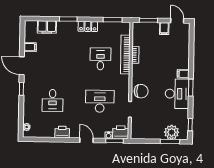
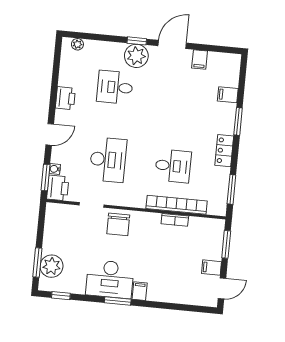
filing cabinet: (47, 27) -> (228, 95), width x0.50
plant: (31, 88) -> (136, 56), added

